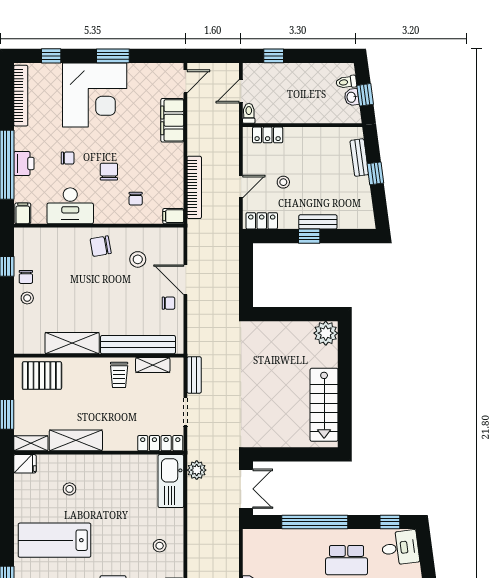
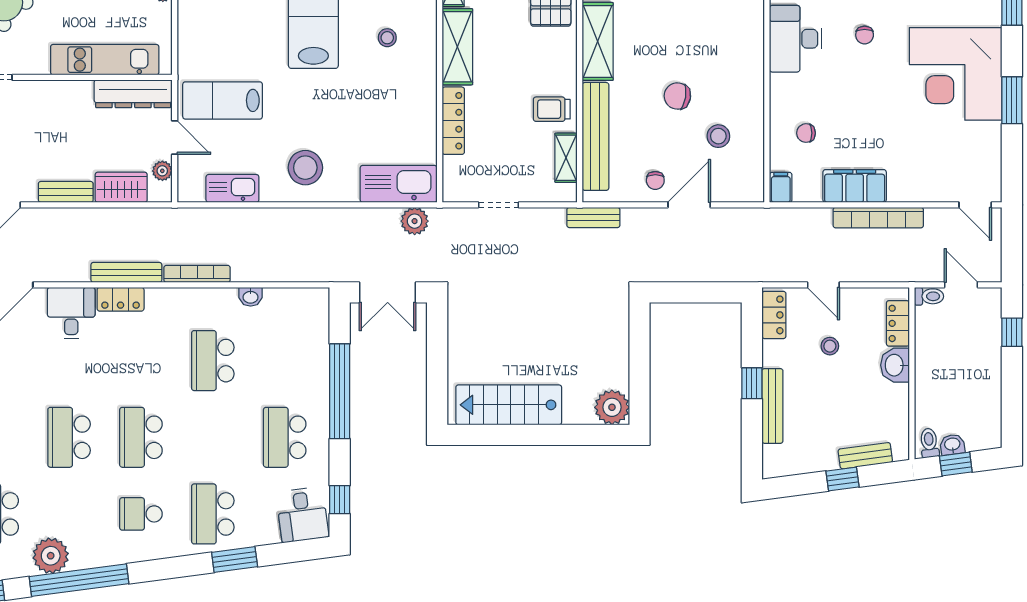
toilet: (346, 82) -> (929, 443), moved
filing cabinet: (172, 120) -> (855, 186), moved
washbasin: (297, 137) -> (895, 365), added
chair: (109, 172) -> (845, 95), removed
bookcase: (194, 187) -> (878, 218), moved
bench: (318, 222) -> (772, 406), width x1.36
chair: (101, 246) -> (677, 96), moved, turned -70
bench: (194, 375) -> (593, 217), moved
locker: (160, 443) -> (453, 121), moved
stool: (160, 546) -> (305, 168), width x1.89, depth x1.89

